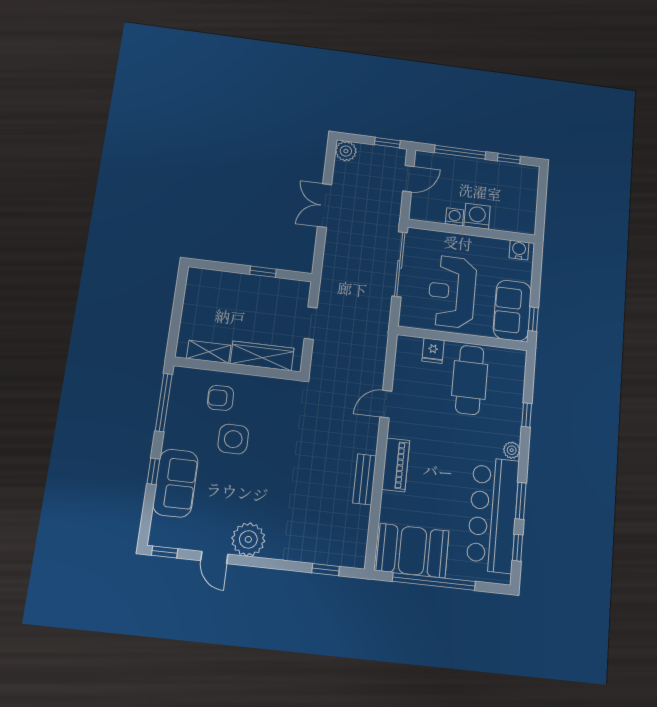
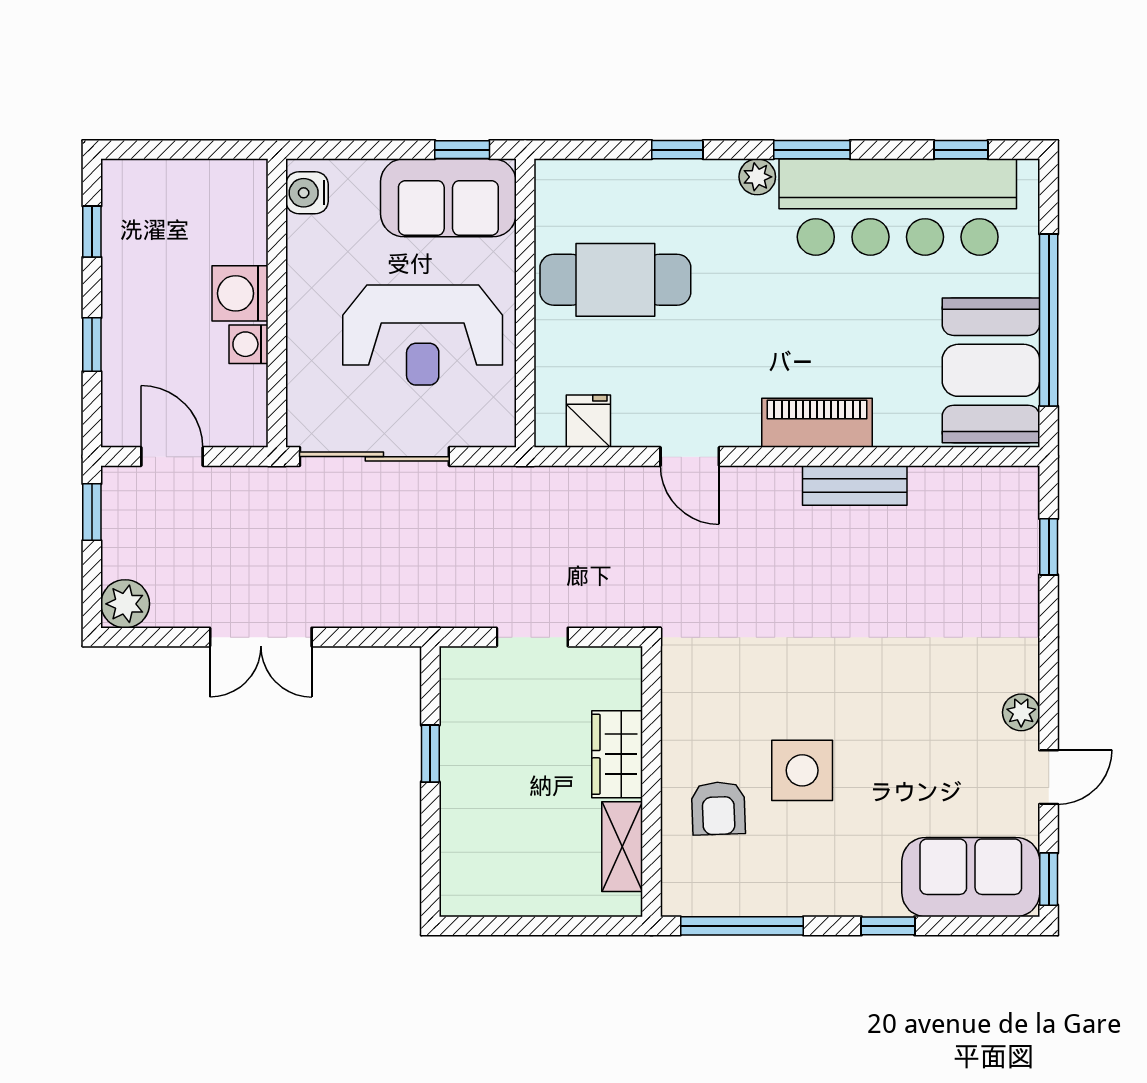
window: (460, 152) -> (92, 345), width x0.46
fridge: (433, 351) -> (588, 421), moved, turned -90
wardrobe: (262, 356) -> (617, 754), width x0.67
sofa: (176, 483) -> (971, 877), moved
window: (521, 501) -> (812, 150), moved
plant: (248, 539) -> (1021, 712), width x0.53, depth x0.53

